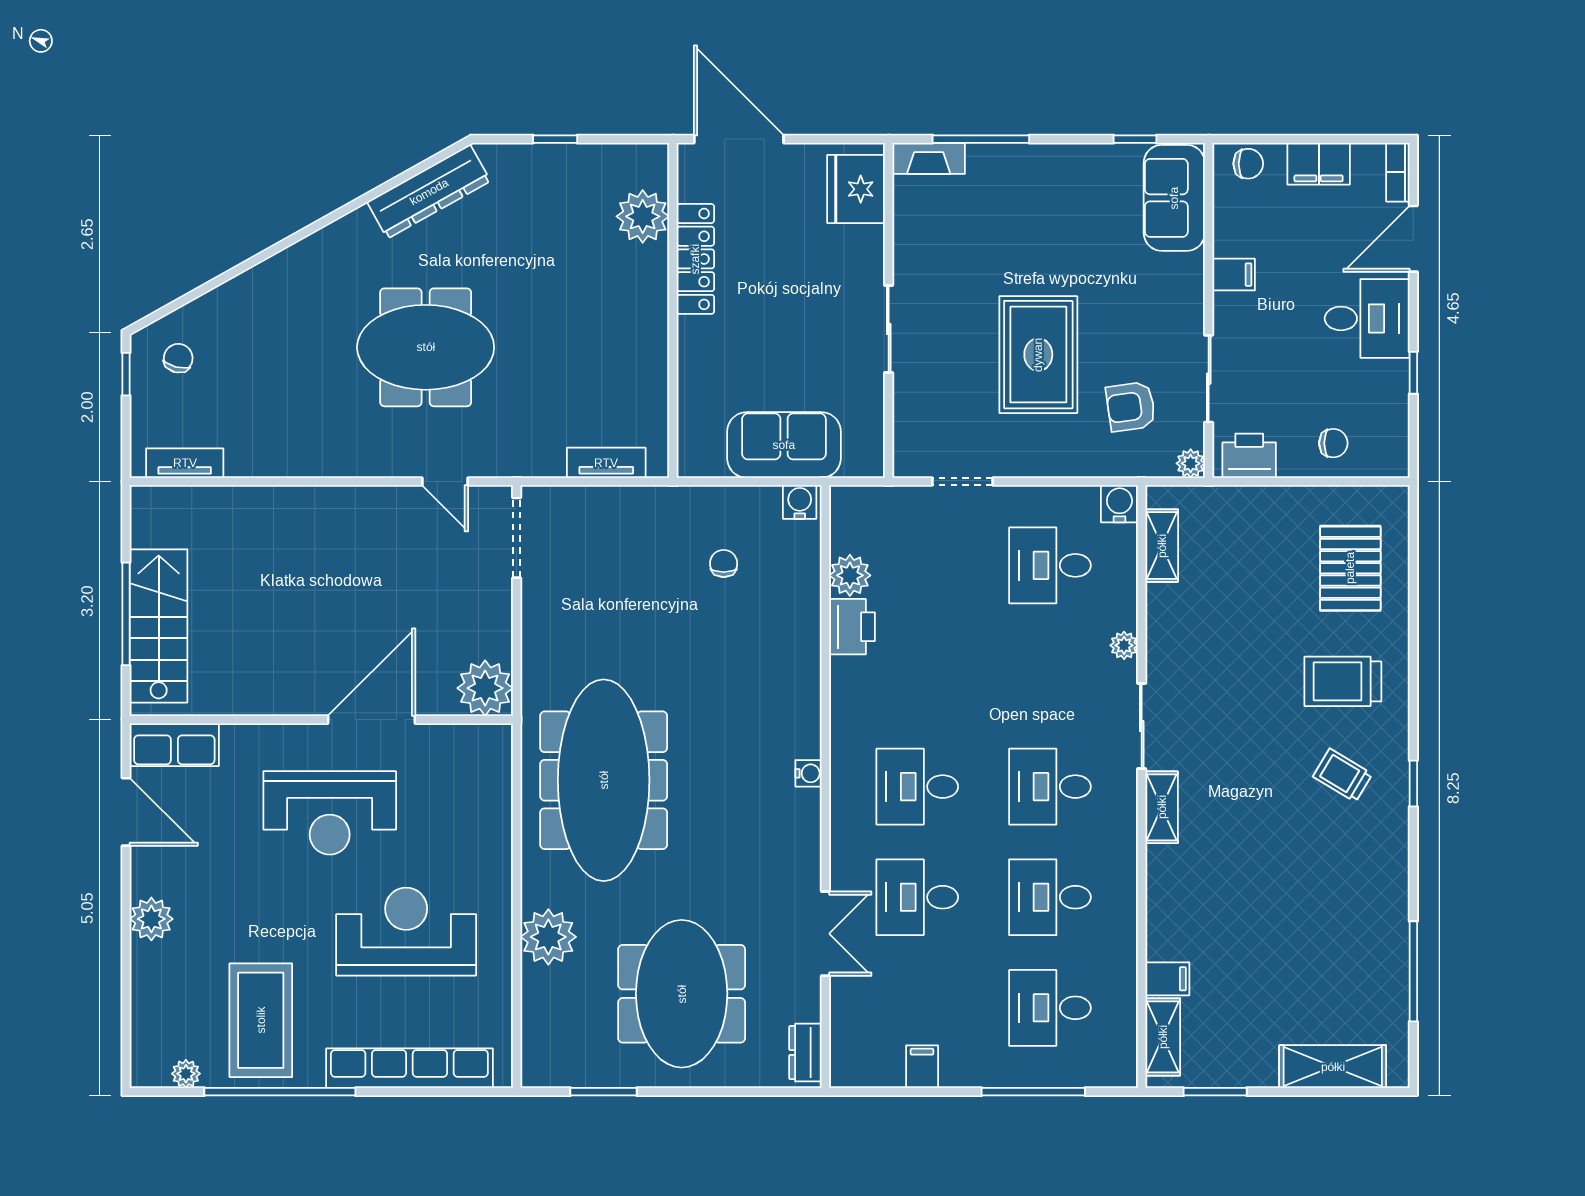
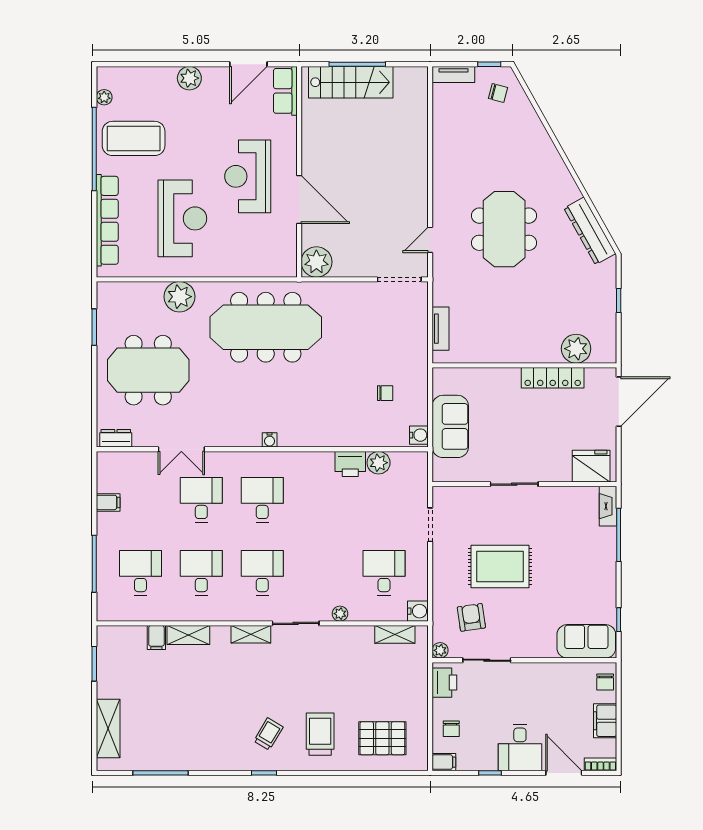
filing cabinet: (1234, 275) -> (444, 762), moved, turned -90
tv unit: (185, 463) -> (453, 74), moved, turned 90
shelving: (1163, 1037) -> (188, 635), moved

